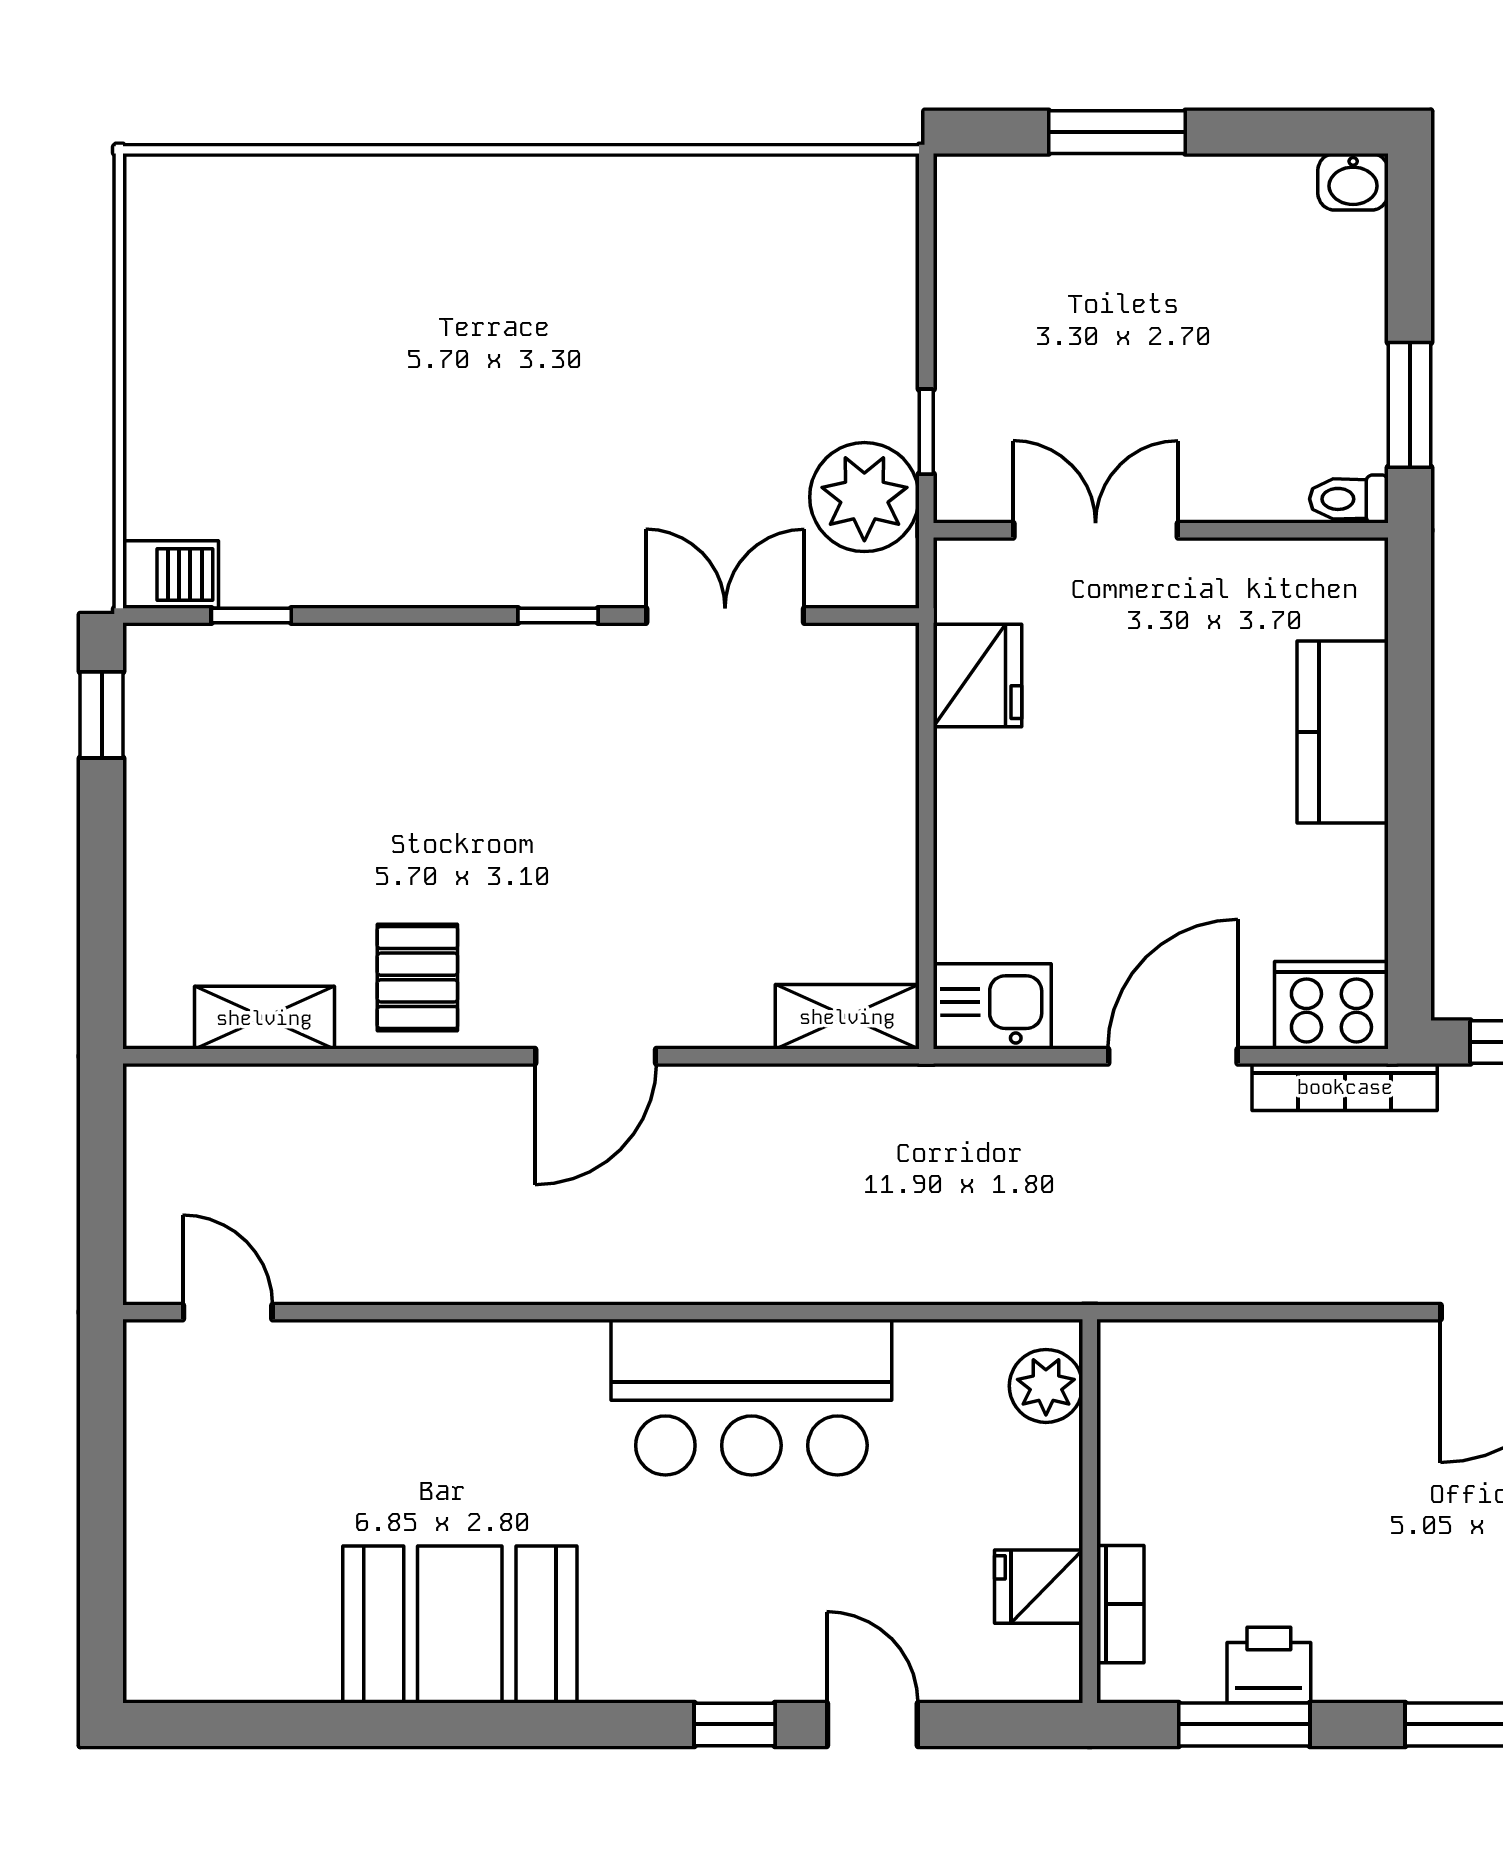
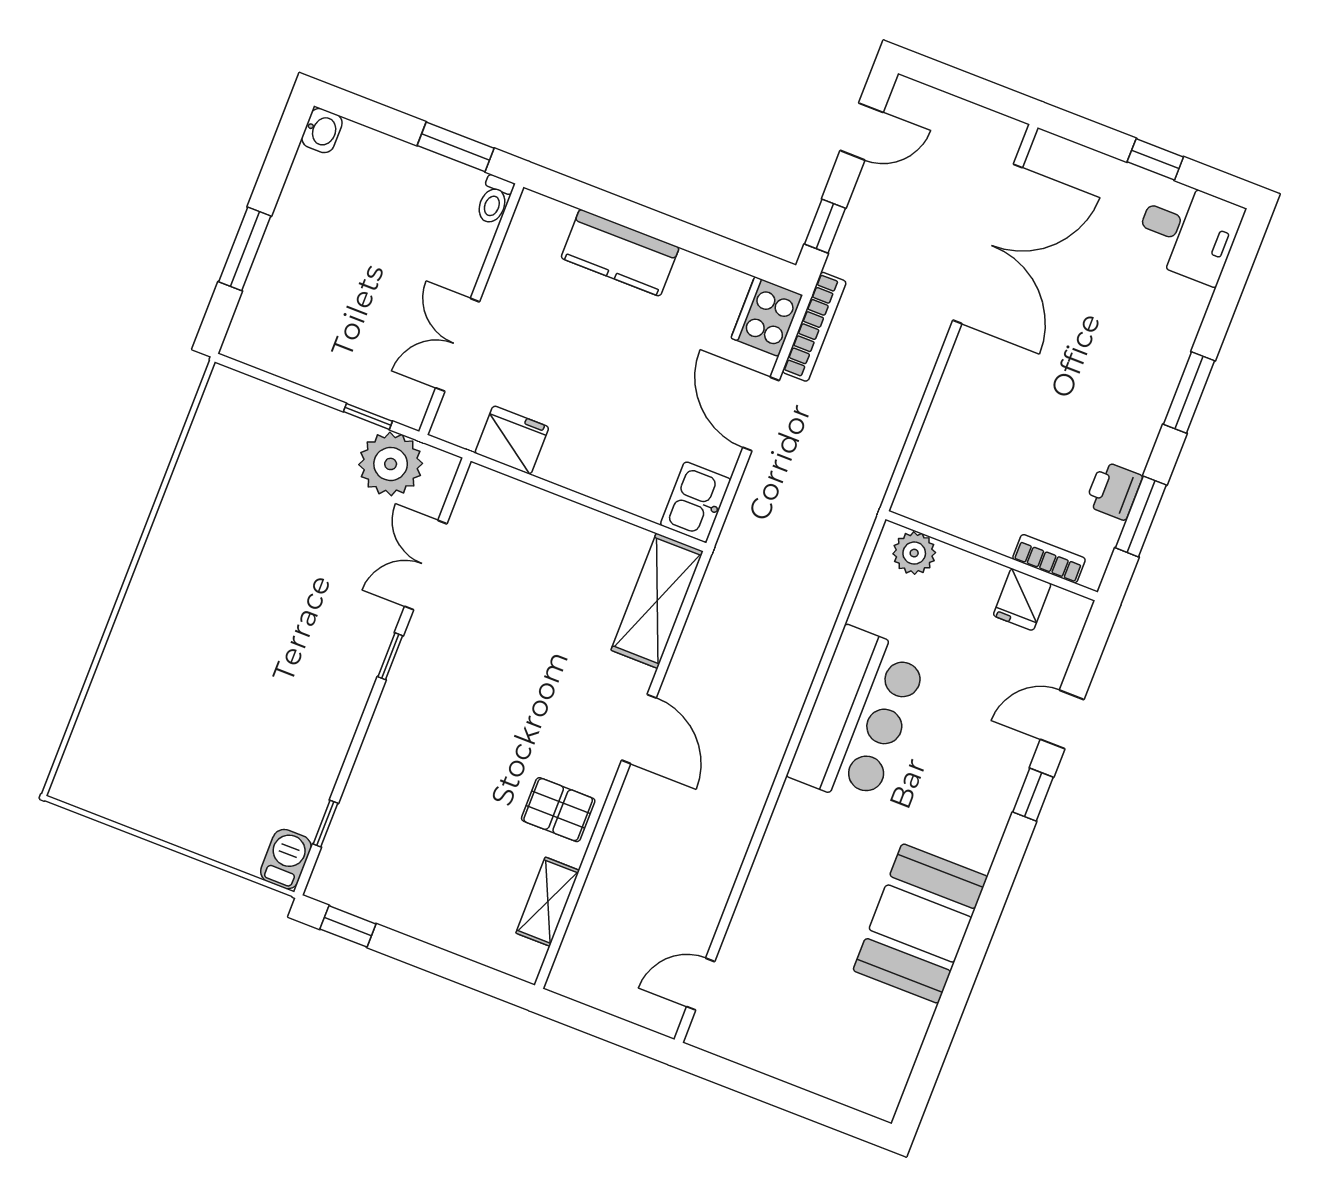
shelving: (847, 1017) -> (657, 601), width x1.50, depth x1.33

